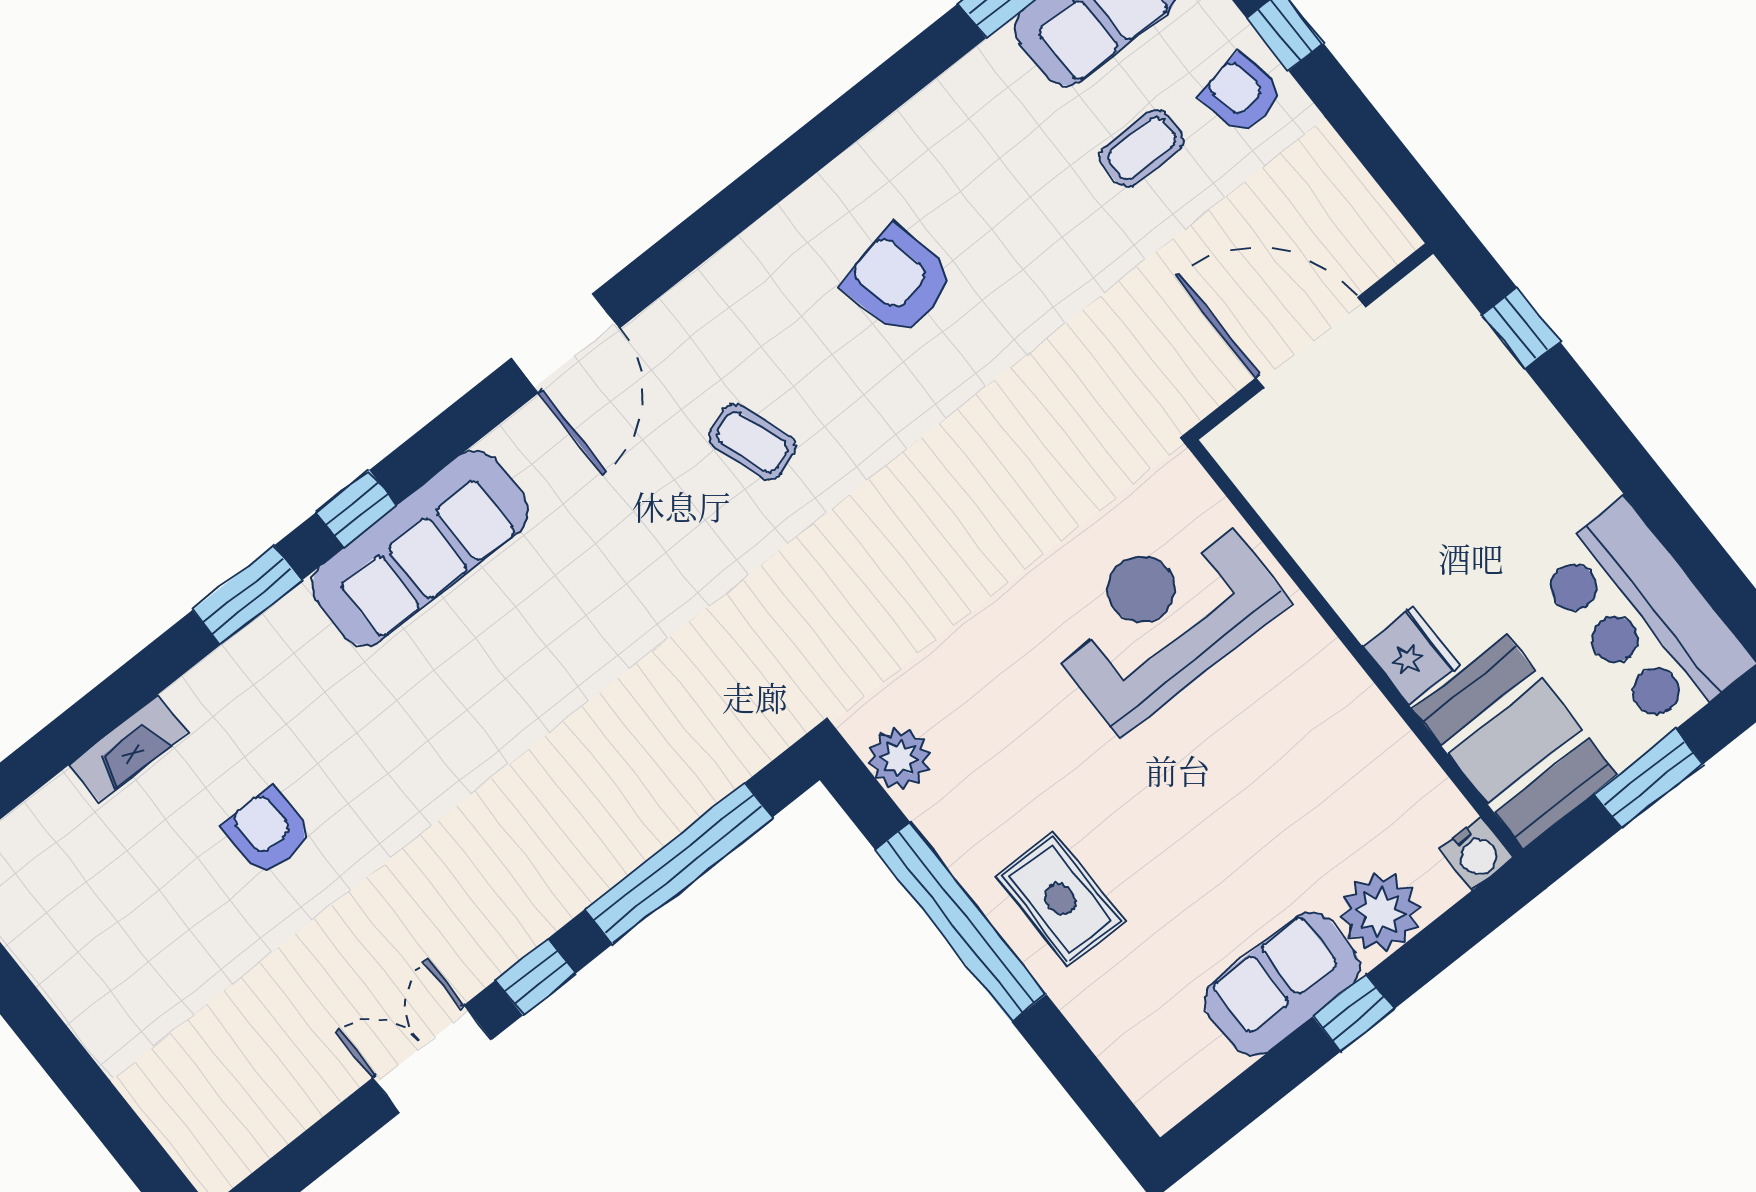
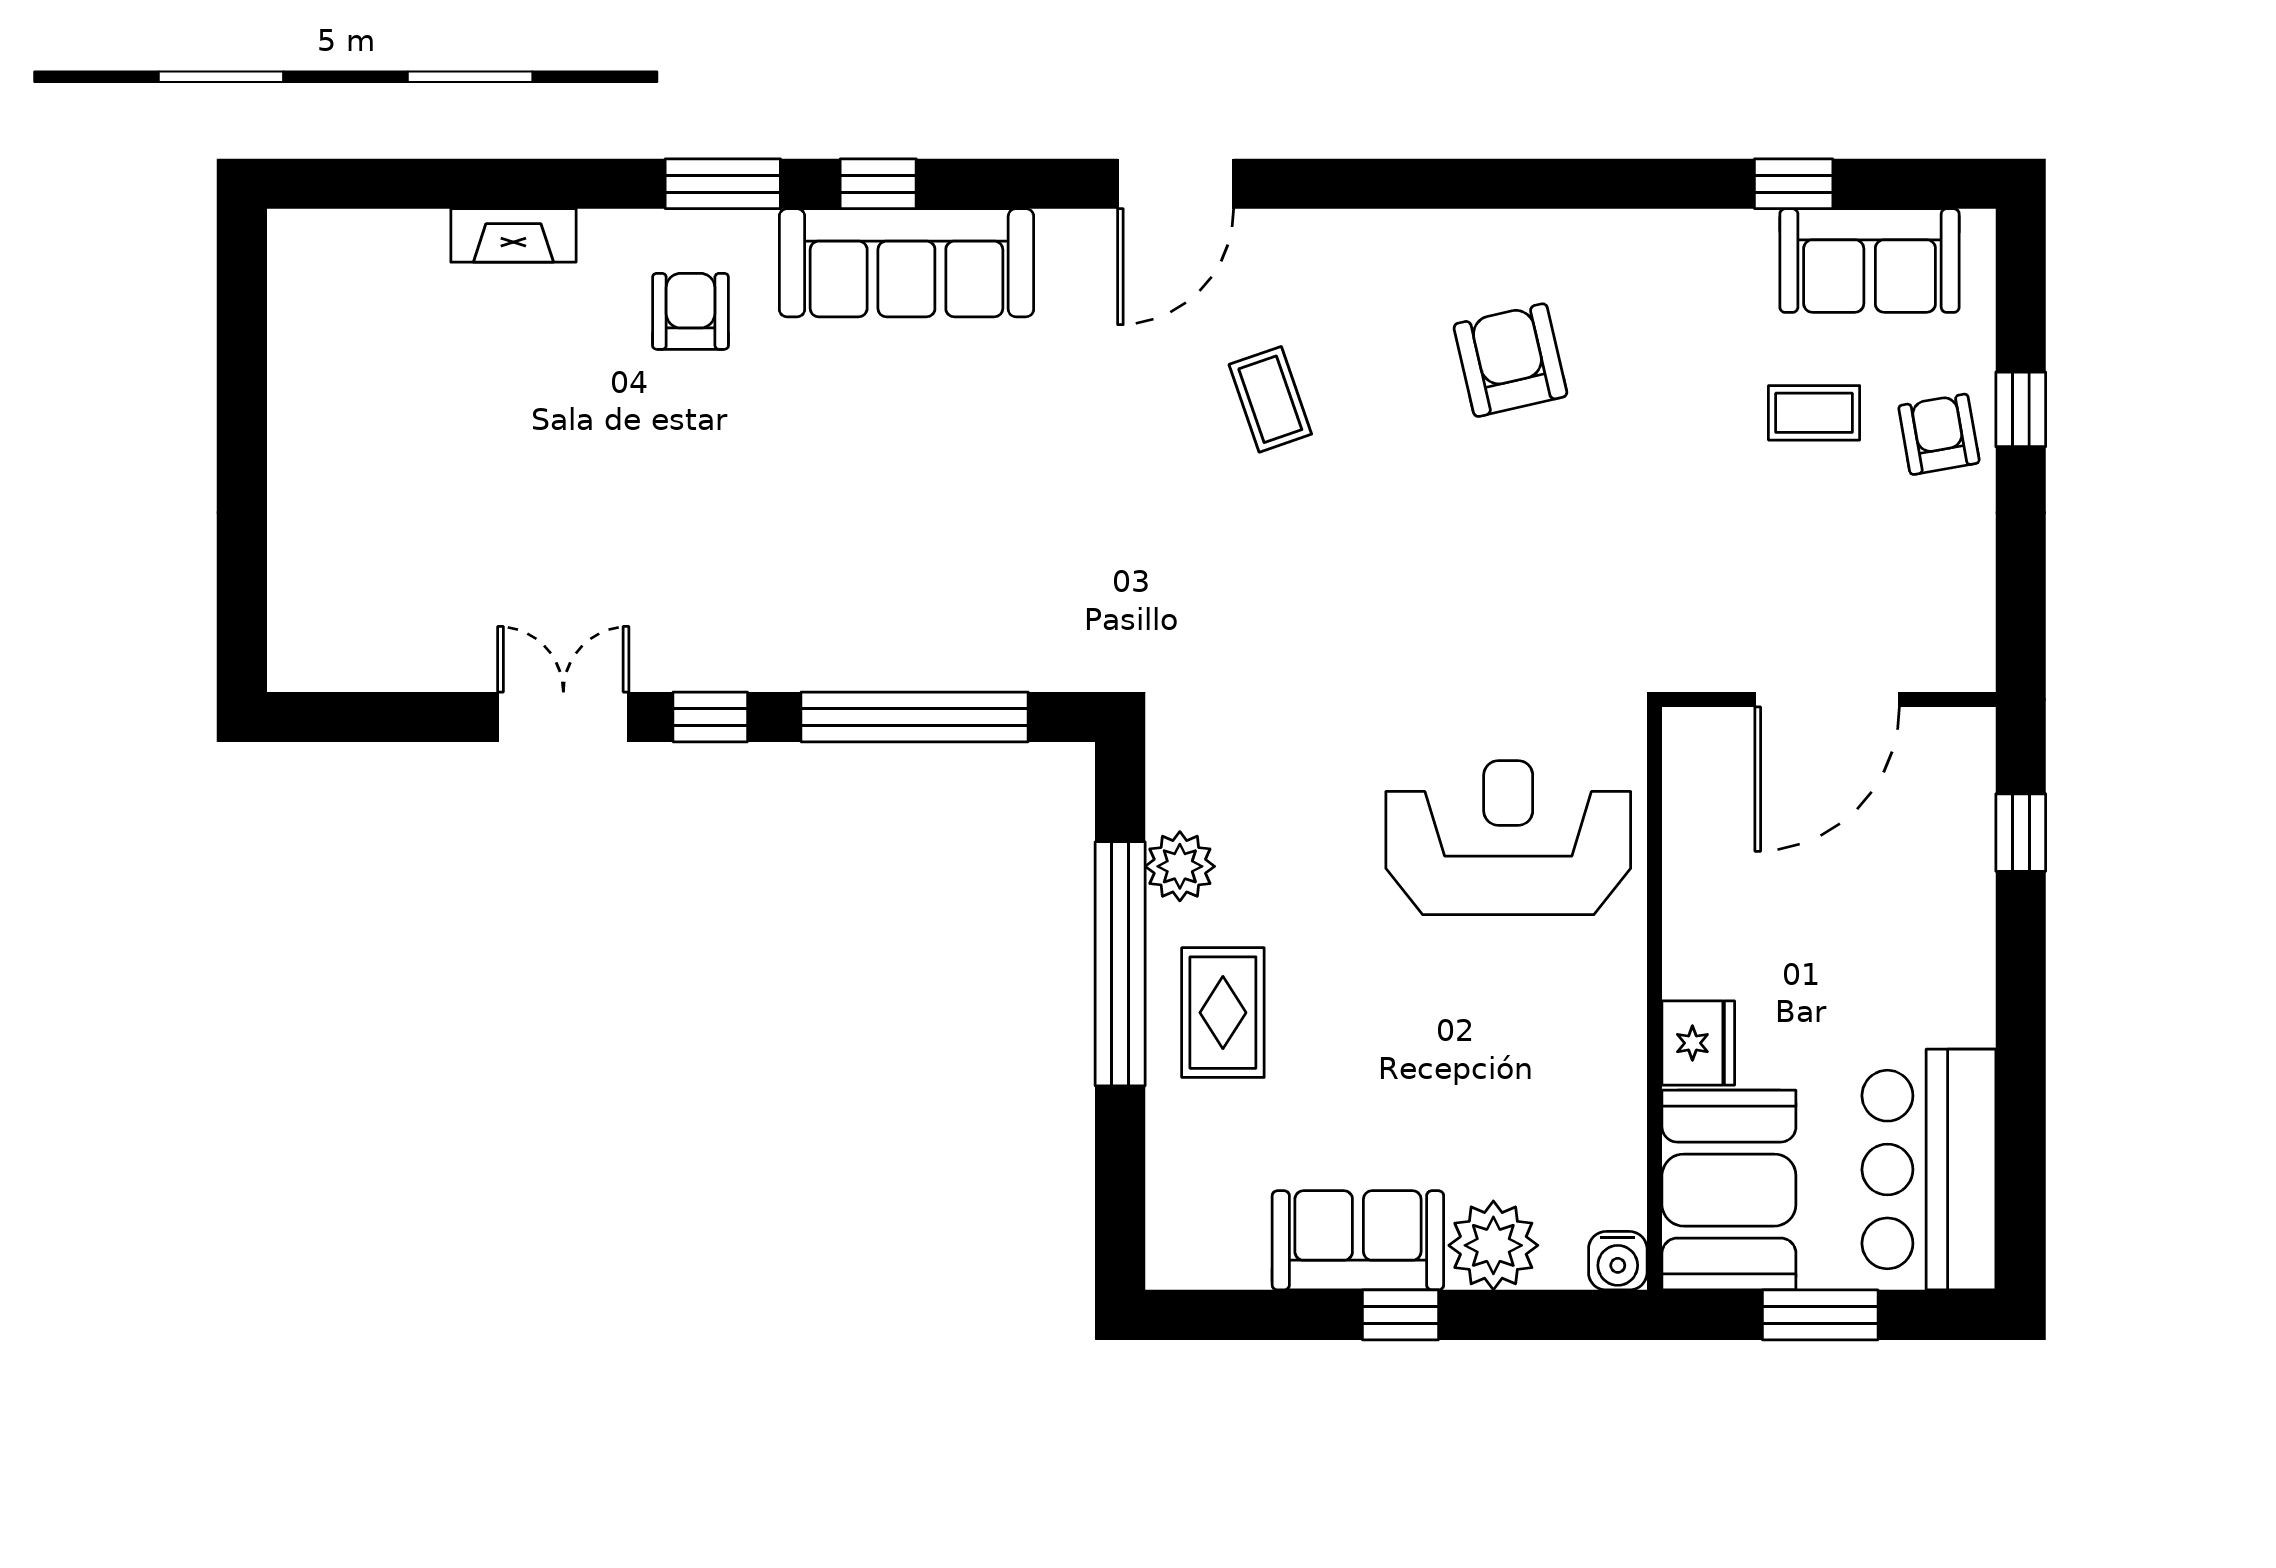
door: (1311, 343) -> (1827, 699), swing flipped
plant: (900, 758) -> (1180, 866), moved
armchair: (267, 831) -> (691, 311), moved

